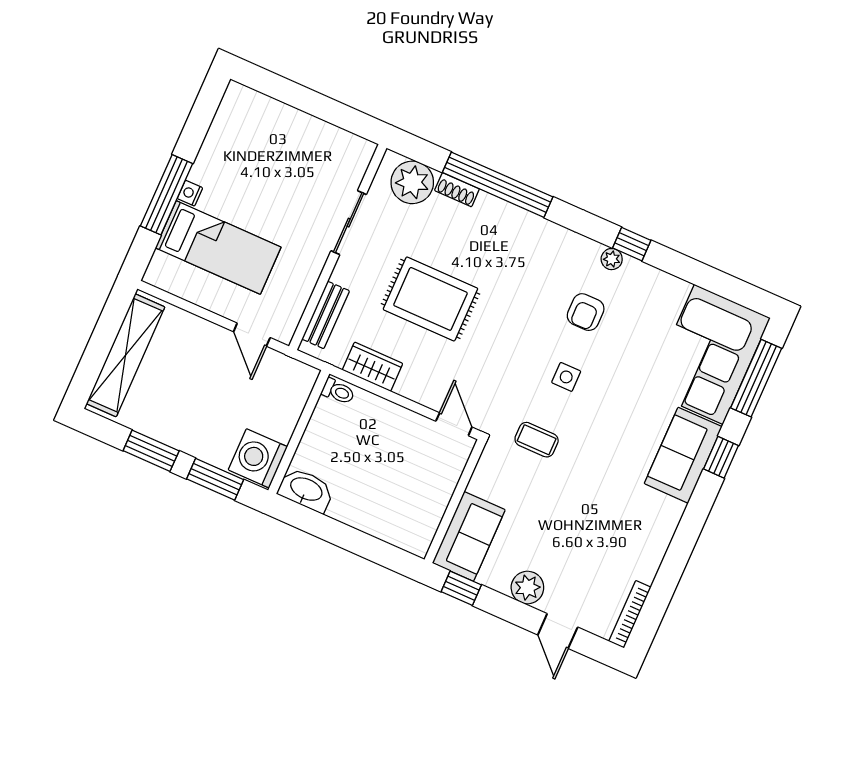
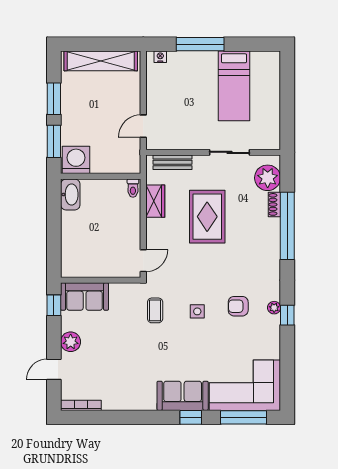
nightstand: (190, 193) -> (160, 57), moved
bed: (218, 247) -> (234, 86), moved

